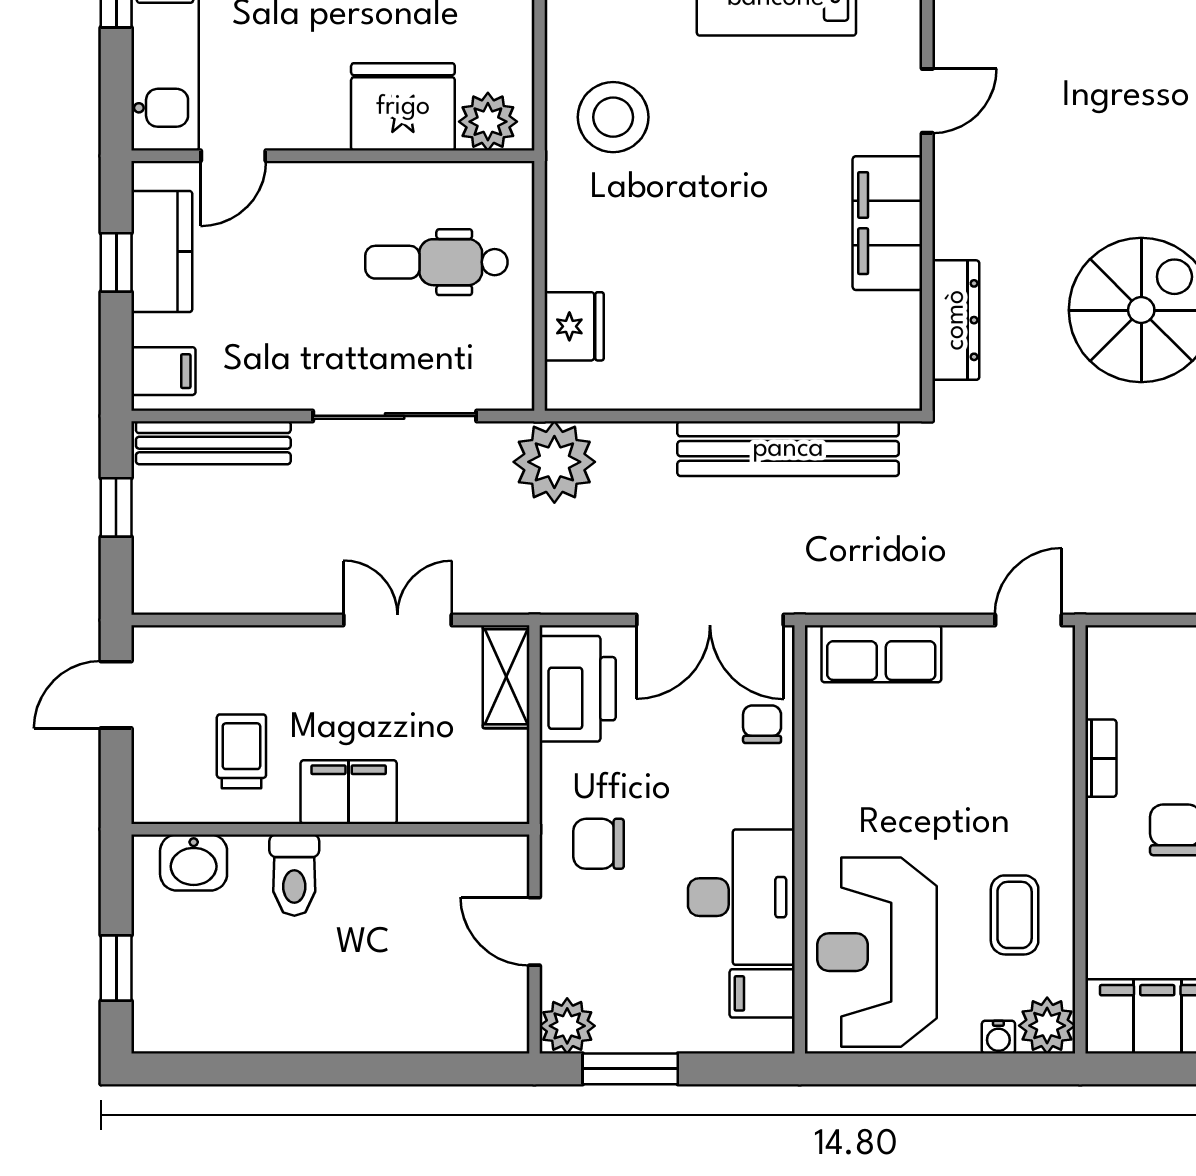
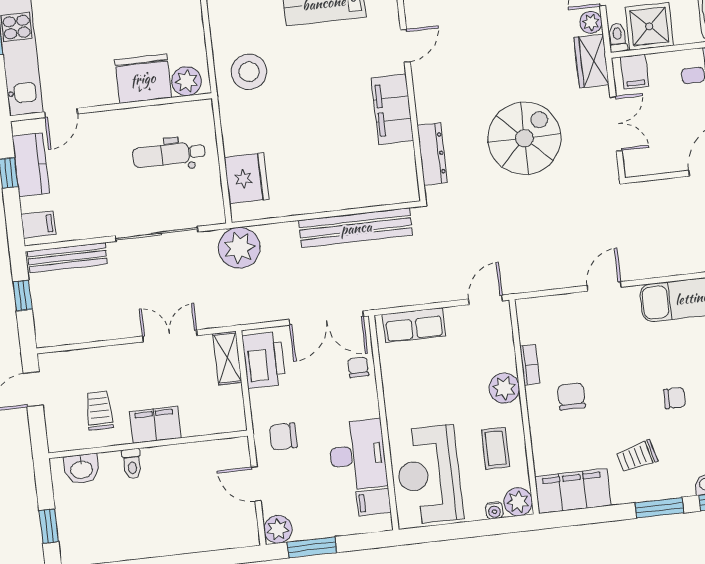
fridge: (574, 326) -> (246, 178), width x1.36, depth x1.34
plant: (1045, 798) -> (504, 388), added
toilet: (294, 875) -> (132, 464), width x0.73, depth x0.72

